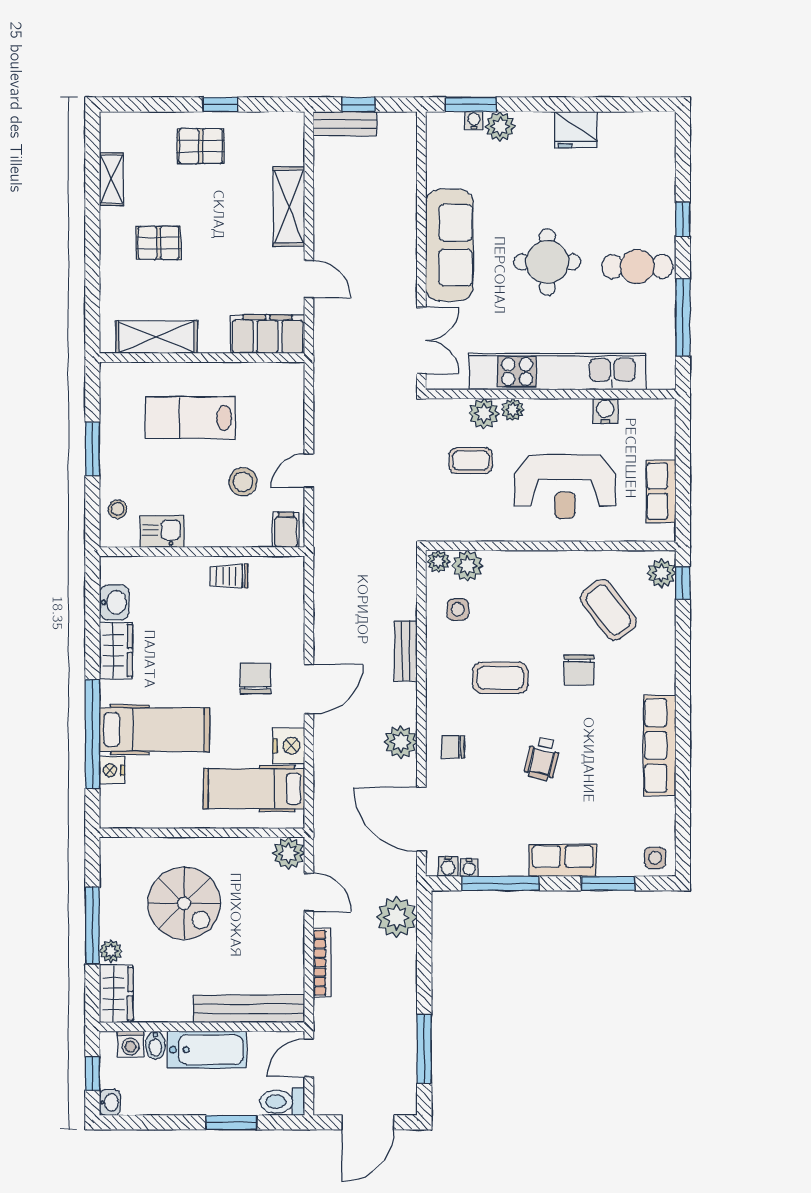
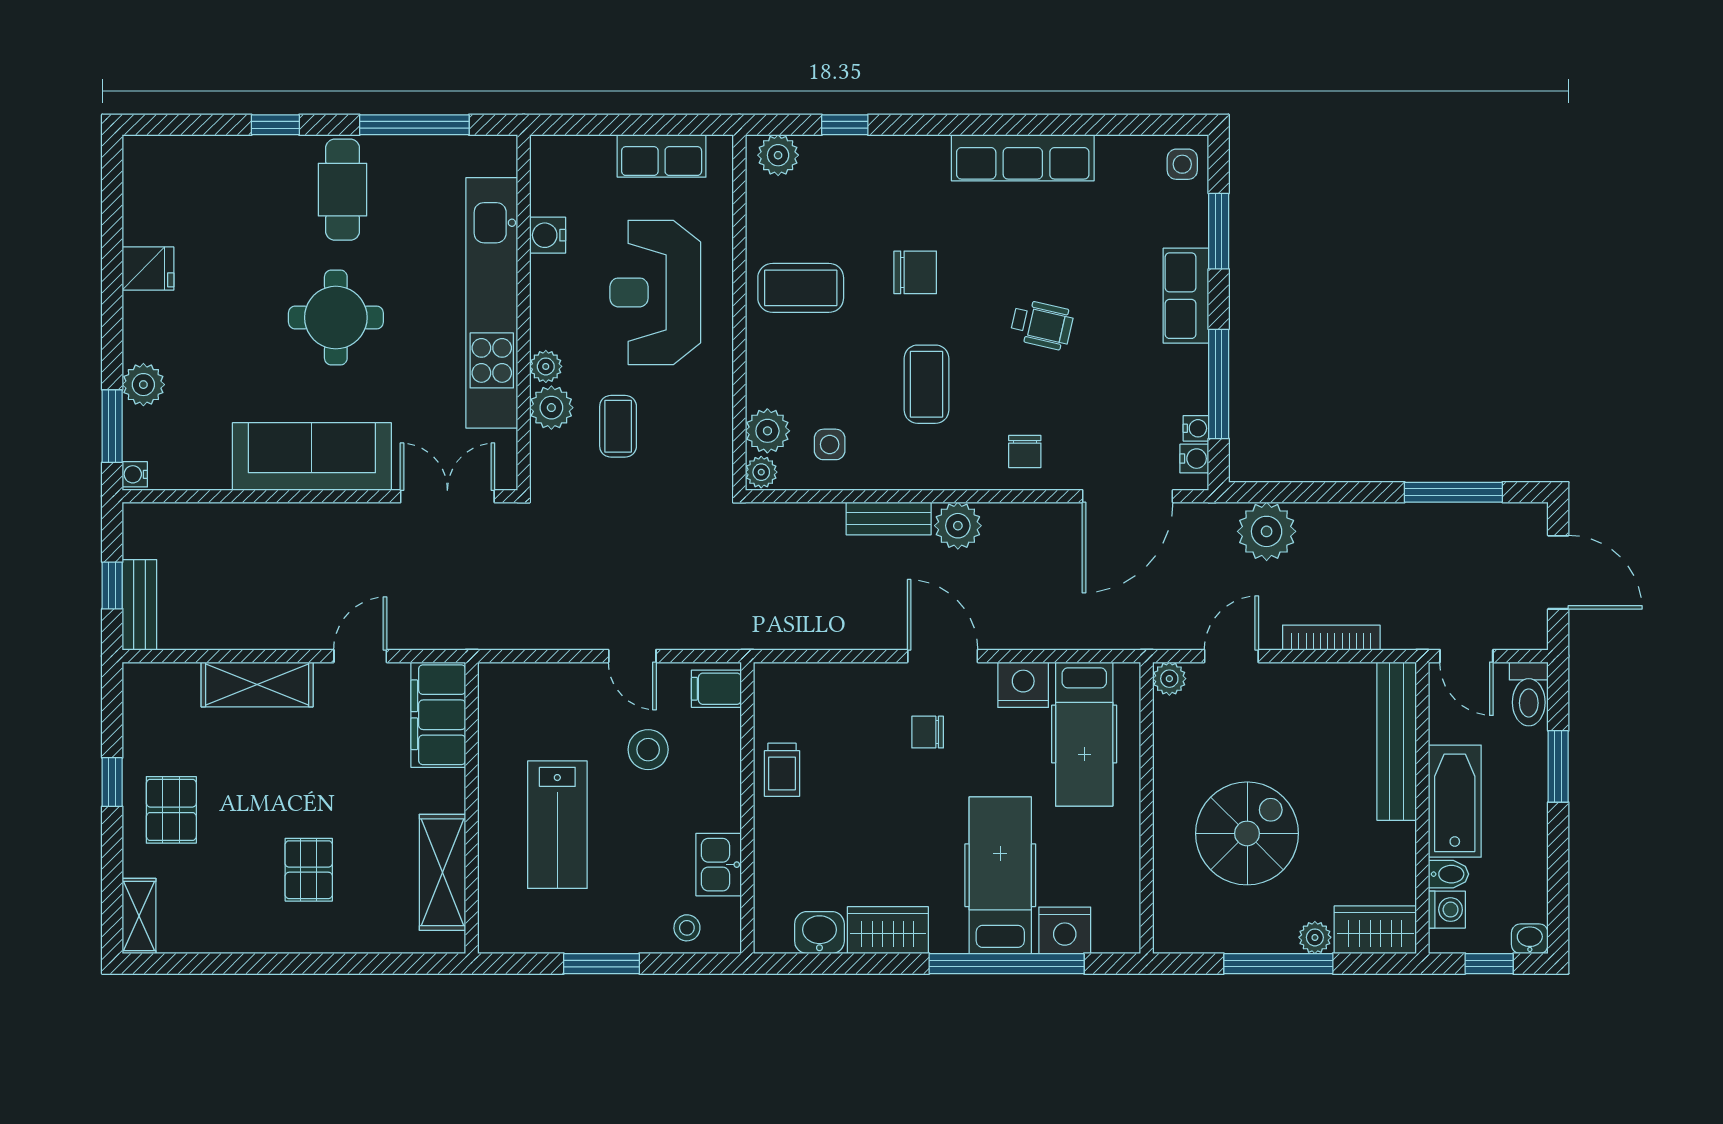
water cooler: (474, 120) -> (135, 474), moved
fridge: (576, 130) -> (148, 269), width x0.72
shelving: (111, 179) -> (139, 916), moved, turned 90
reception desk: (565, 487) -> (655, 292), turned 180
window: (683, 583) -> (845, 125), moved
coffee table: (608, 610) -> (801, 288), moved, turned 37
chair: (255, 679) -> (928, 732), width x0.73, depth x0.73
plant: (401, 742) -> (958, 526), moved
nightstand: (112, 770) -> (1065, 930), width x1.36, depth x1.33
plant: (289, 853) -> (1169, 679), width x0.73, depth x0.73

